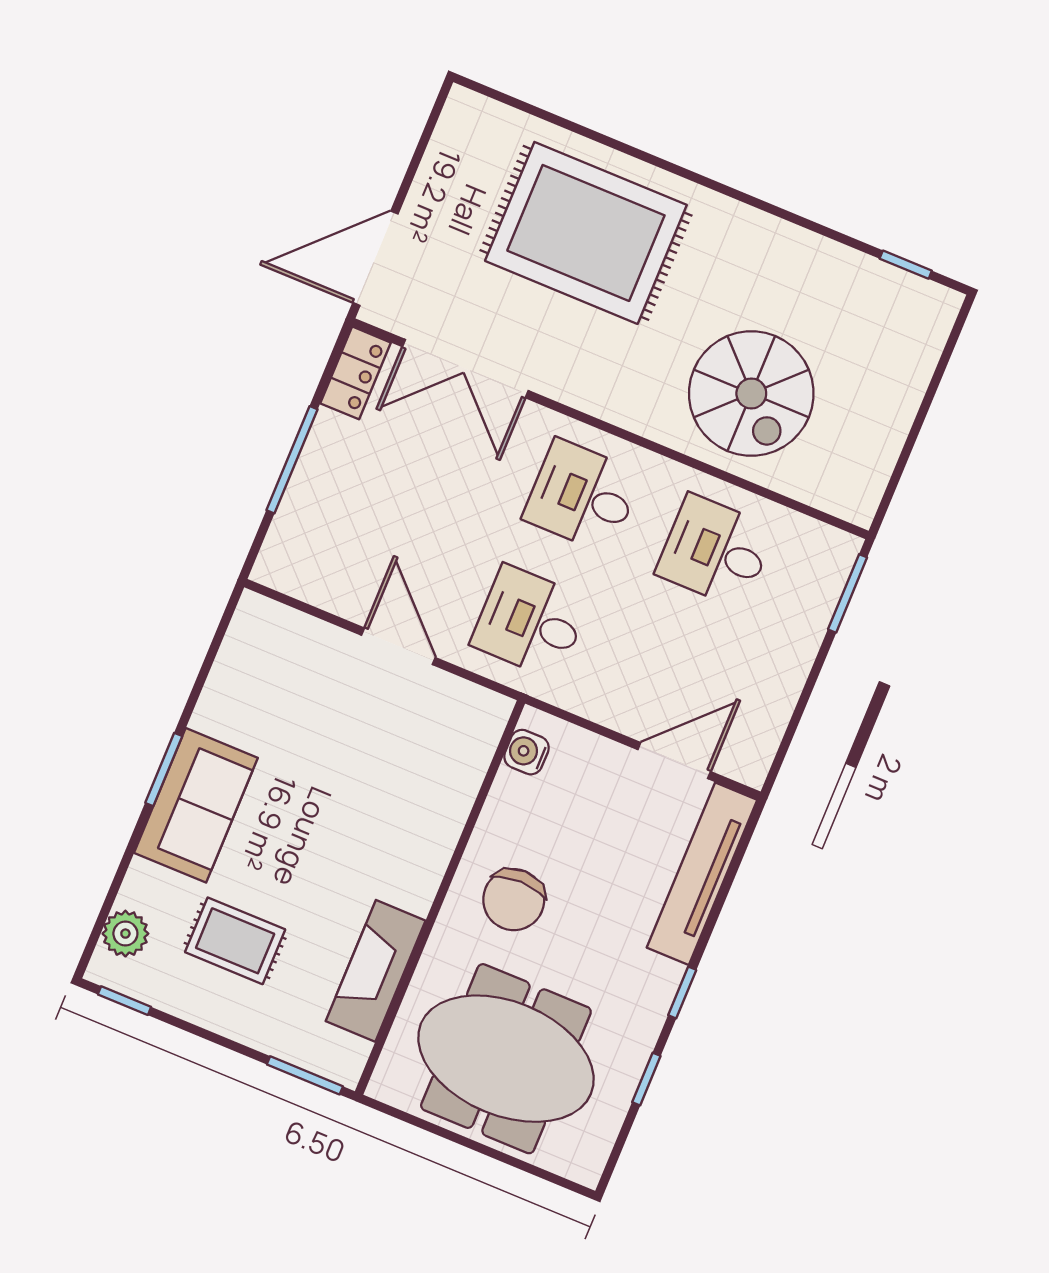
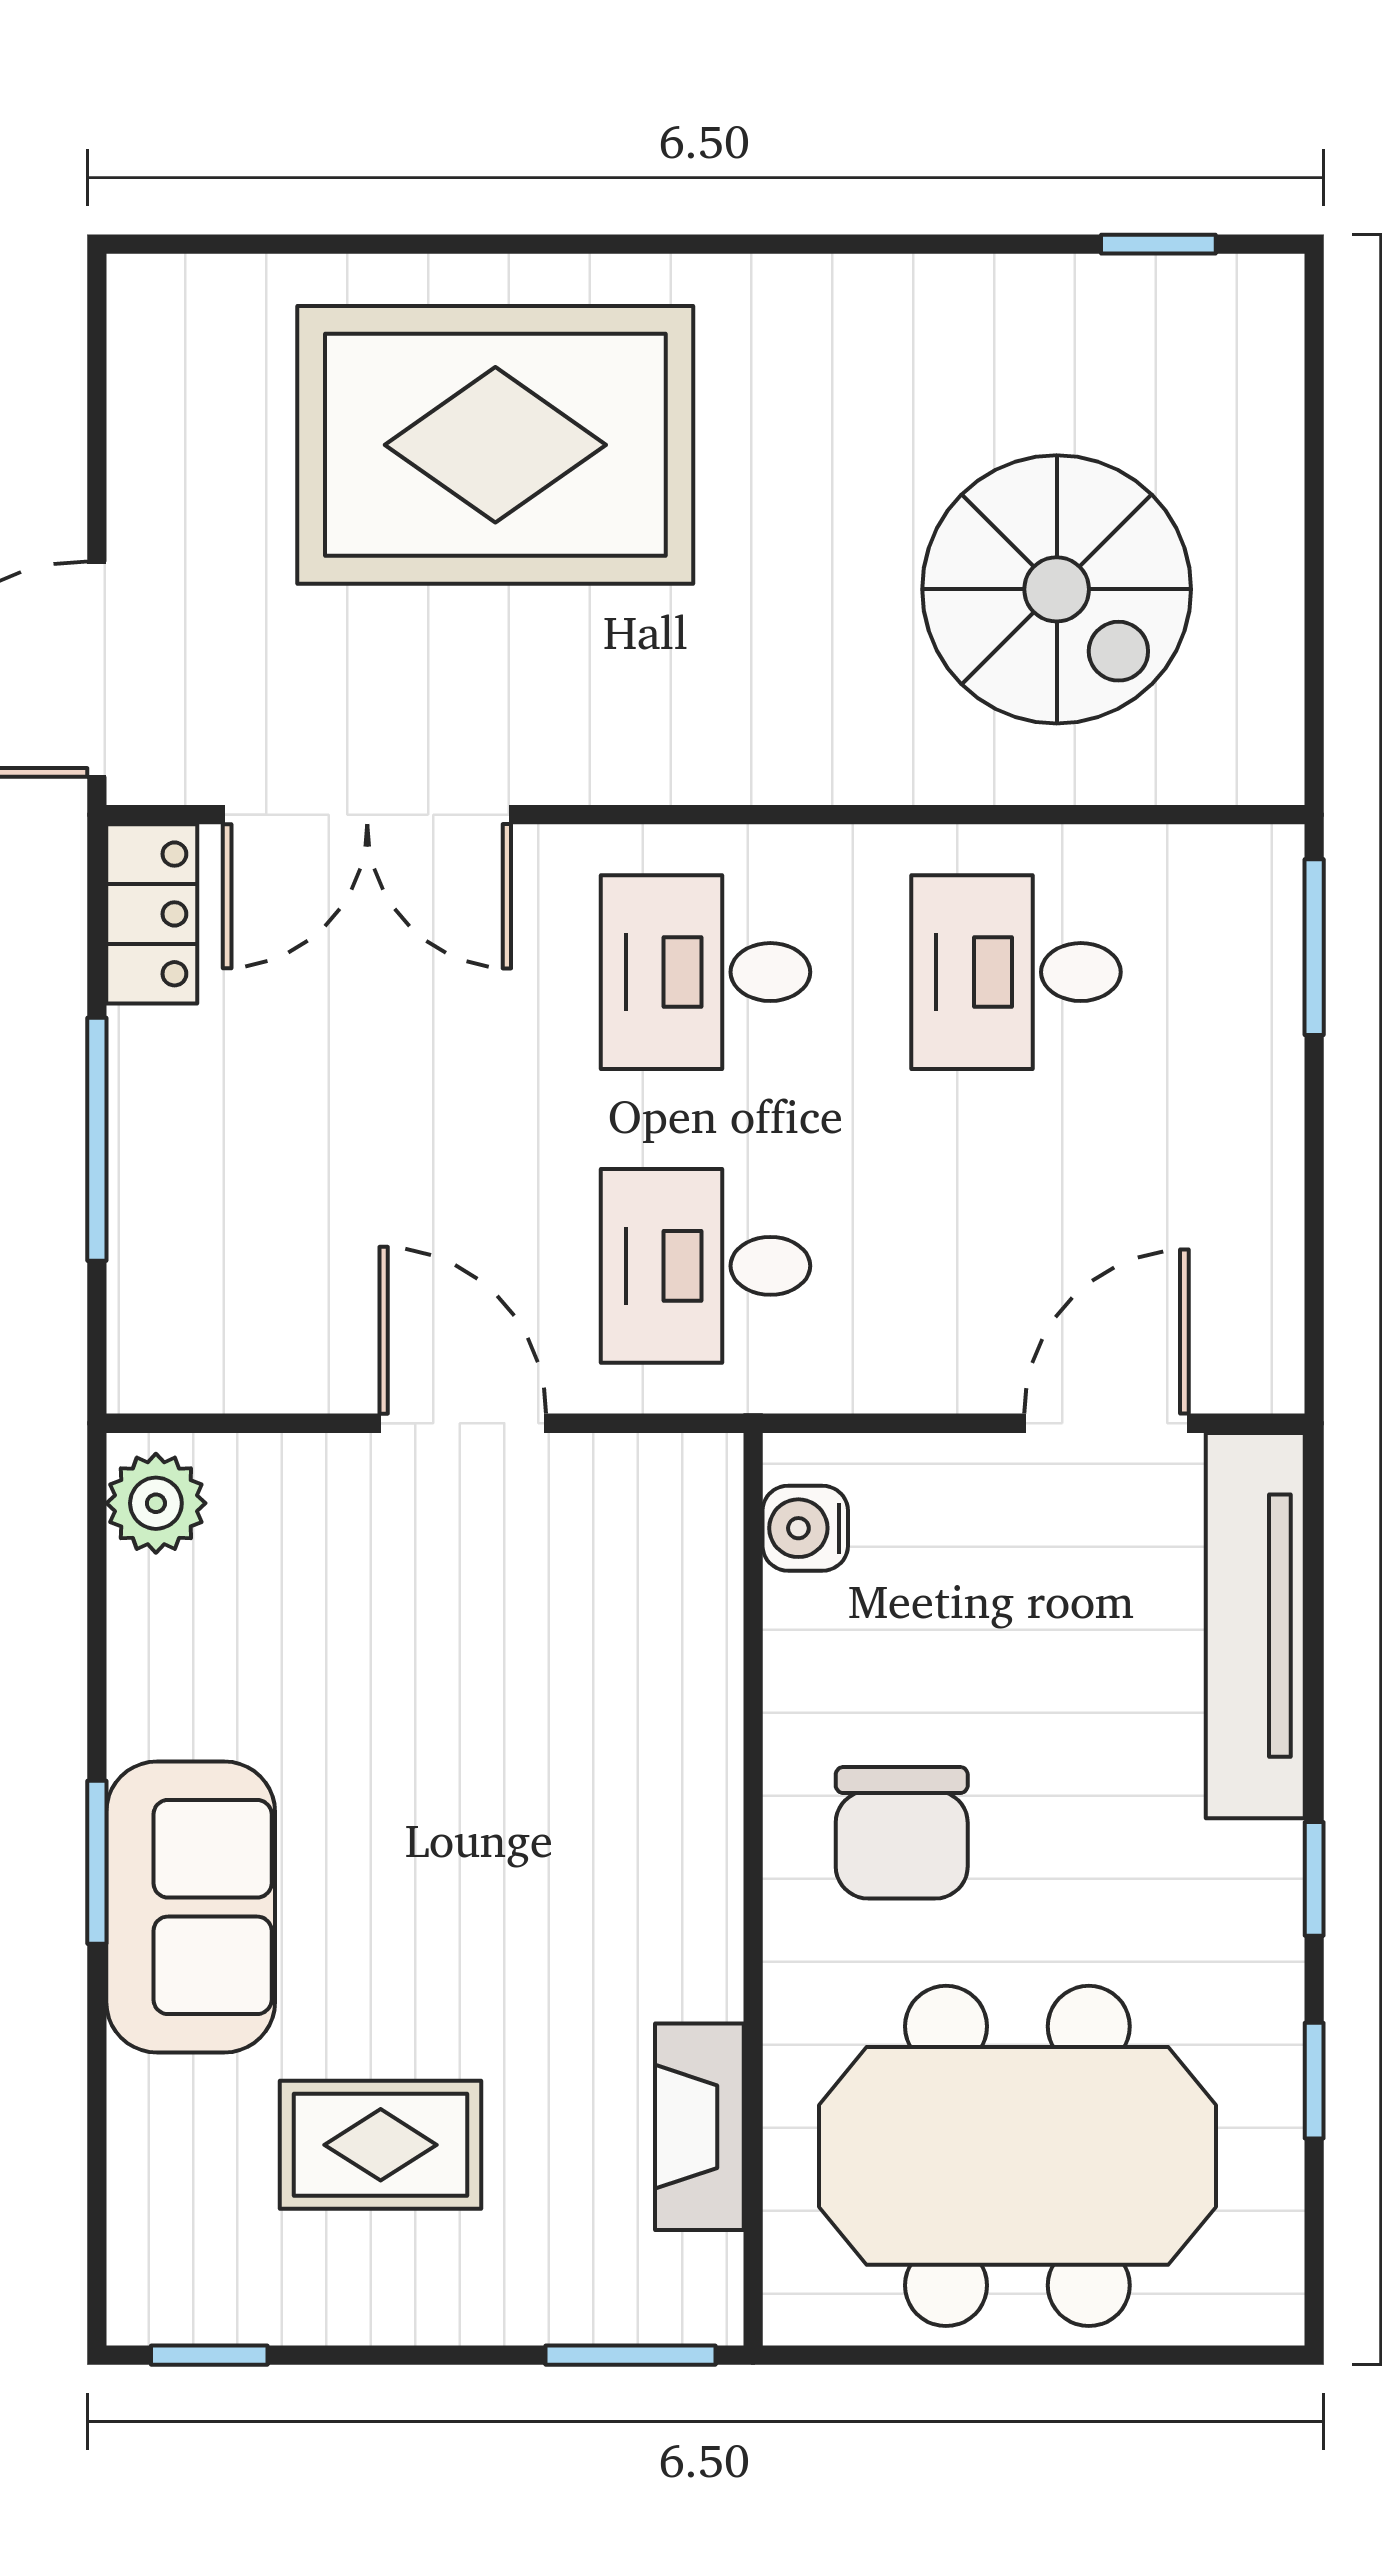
spiral stairs: (751, 393) -> (1057, 589), moved
plant: (125, 934) -> (156, 1503), moved
fireplace: (376, 971) -> (699, 2127), width x0.73, depth x0.76

